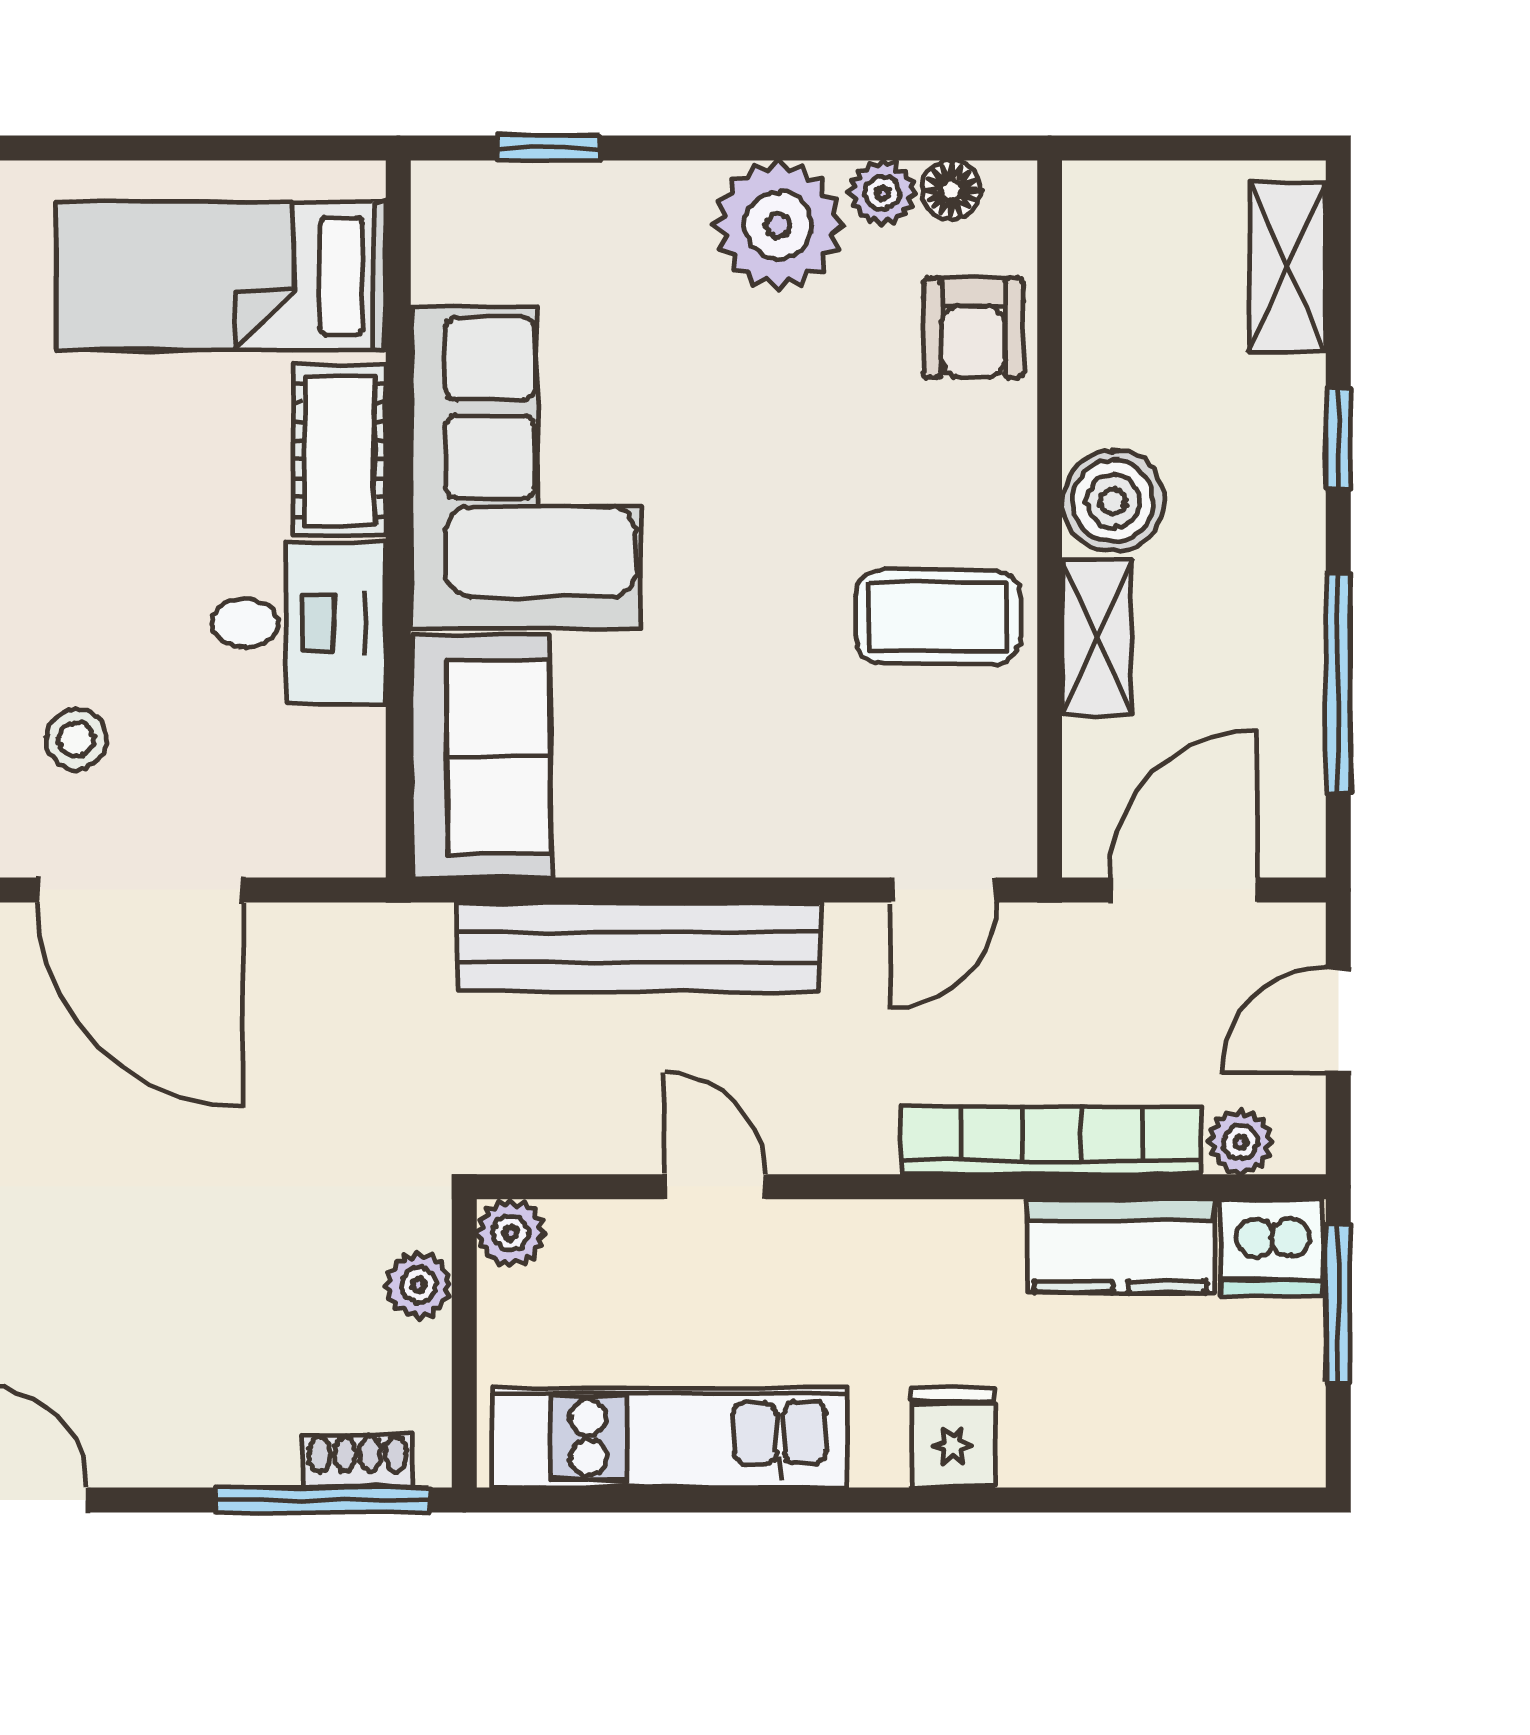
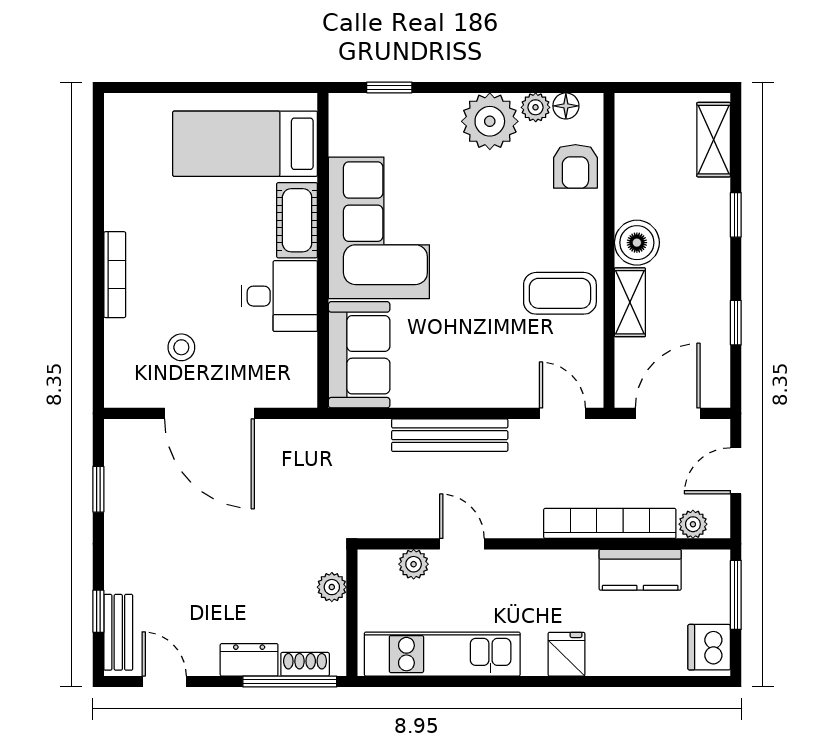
window: (1338, 683) -> (736, 323), width x0.46
door: (944, 890) -> (562, 413), swing flipped
bench: (638, 947) -> (450, 435), width x0.73, depth x0.82
plant: (511, 1233) -> (414, 564), moved
dishwasher: (1272, 1247) -> (709, 647), moved, turned 90
dresser: (230, 1451) -> (249, 660), added

